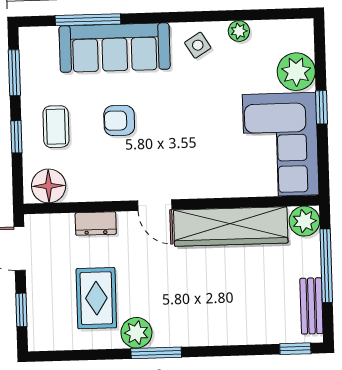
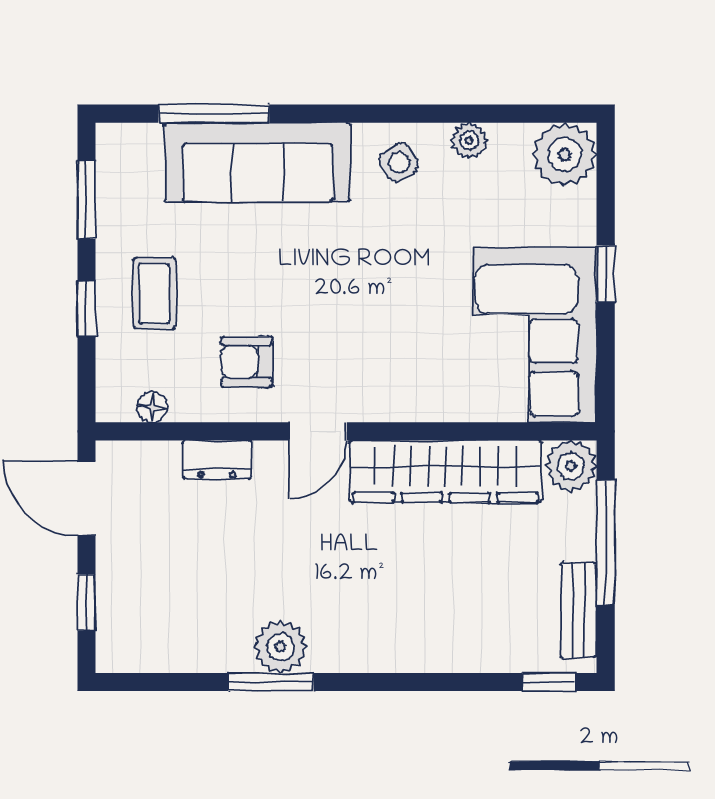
plant: (296, 72) -> (565, 155), moved
armchair: (119, 120) -> (247, 362), moved
floor lamp: (49, 186) -> (152, 407), width x0.53, depth x0.53
door: (155, 205) -> (318, 431), hinge flipped
rug: (96, 298) -> (214, 586), removed
window: (156, 353) -> (271, 682), moved

